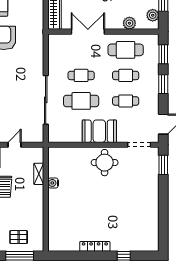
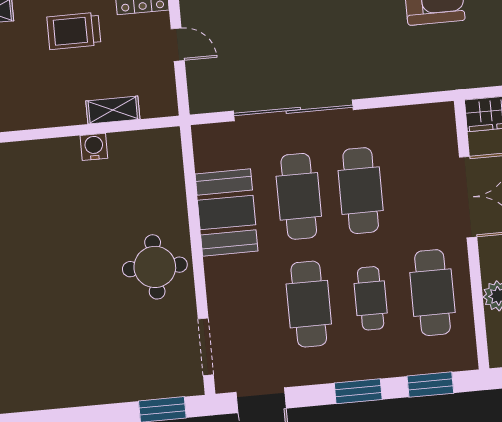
cafe table: (81, 75) -> (361, 191), width x1.37, depth x1.35
cafe table: (126, 101) -> (309, 304), width x1.37, depth x1.35
booth: (99, 131) -> (226, 213), moved

